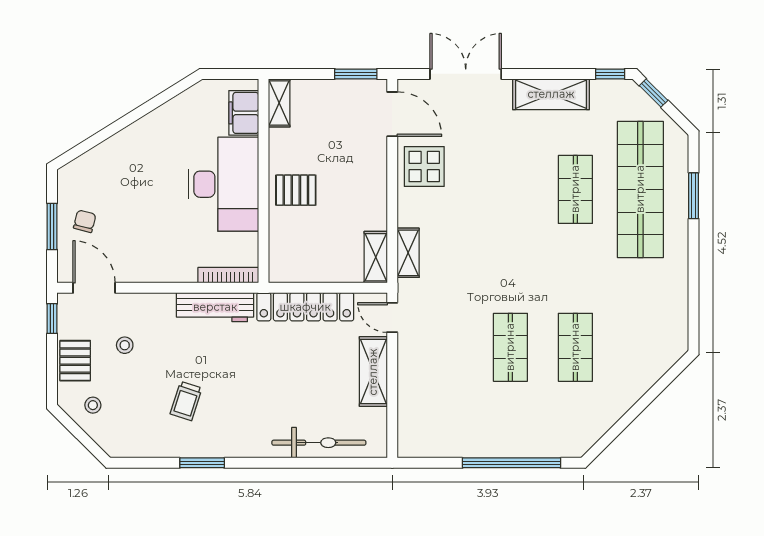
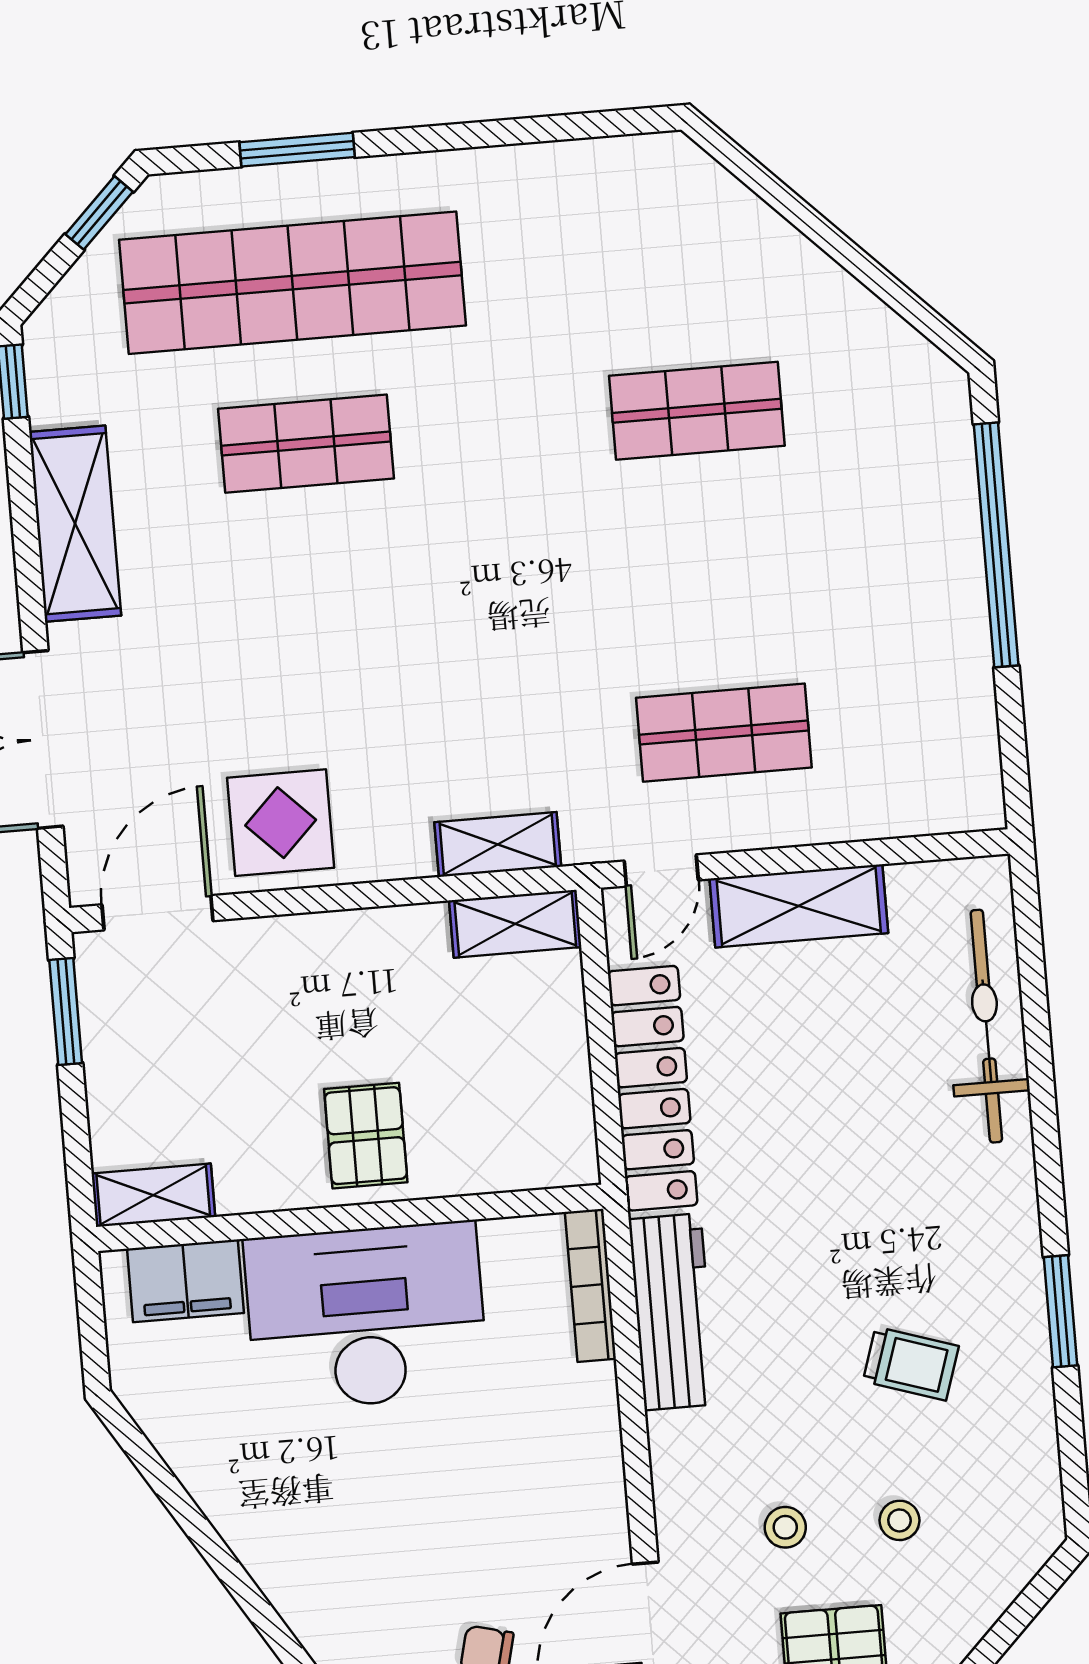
window: (654, 93) -> (99, 213), moved
shop shelf: (510, 347) -> (724, 733), moved
stool: (93, 405) -> (900, 1520), moved

